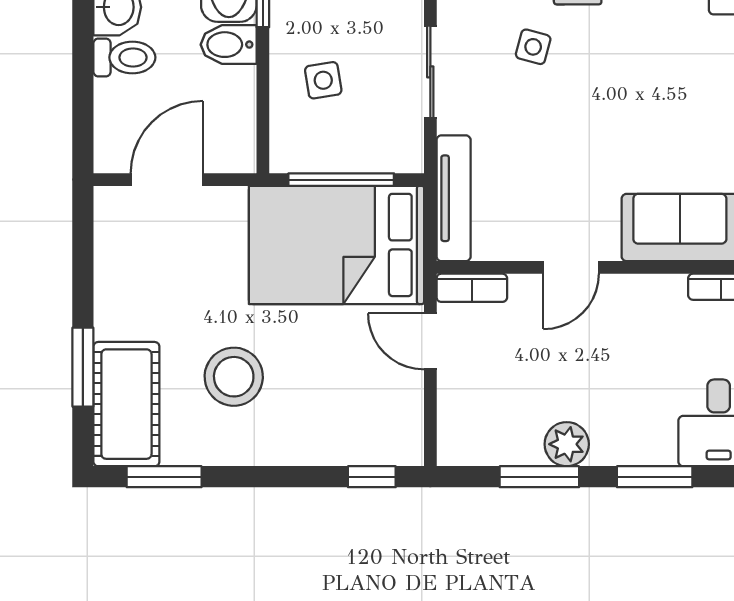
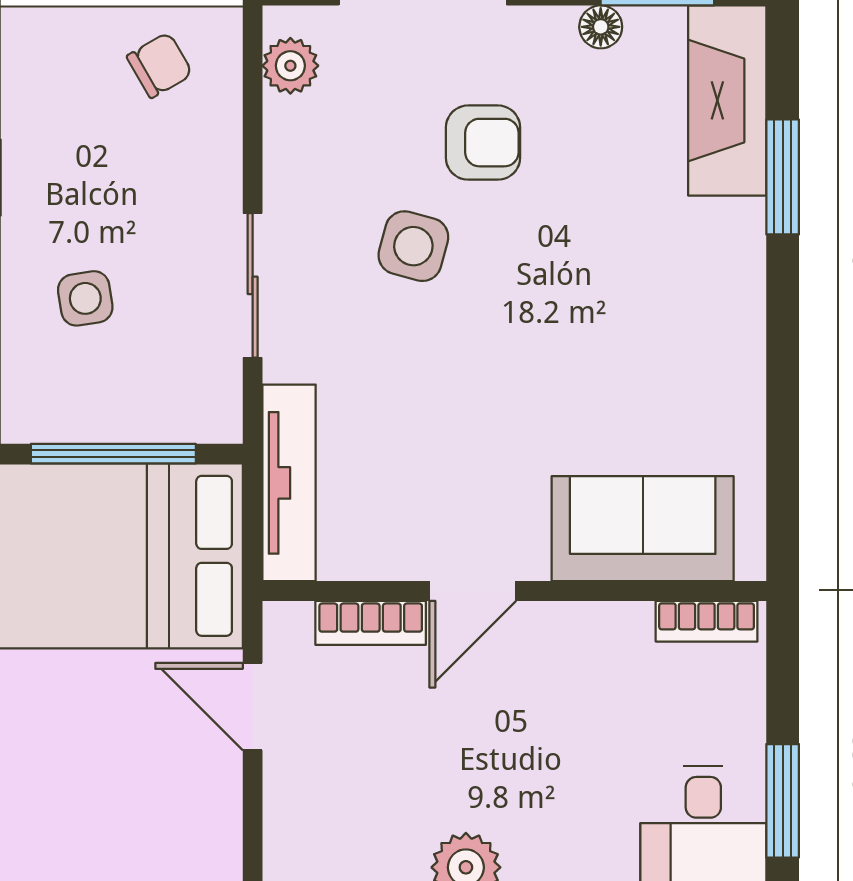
side table: (533, 47) -> (413, 246), width x1.37, depth x1.37
bookcase: (472, 288) -> (371, 623), moved

